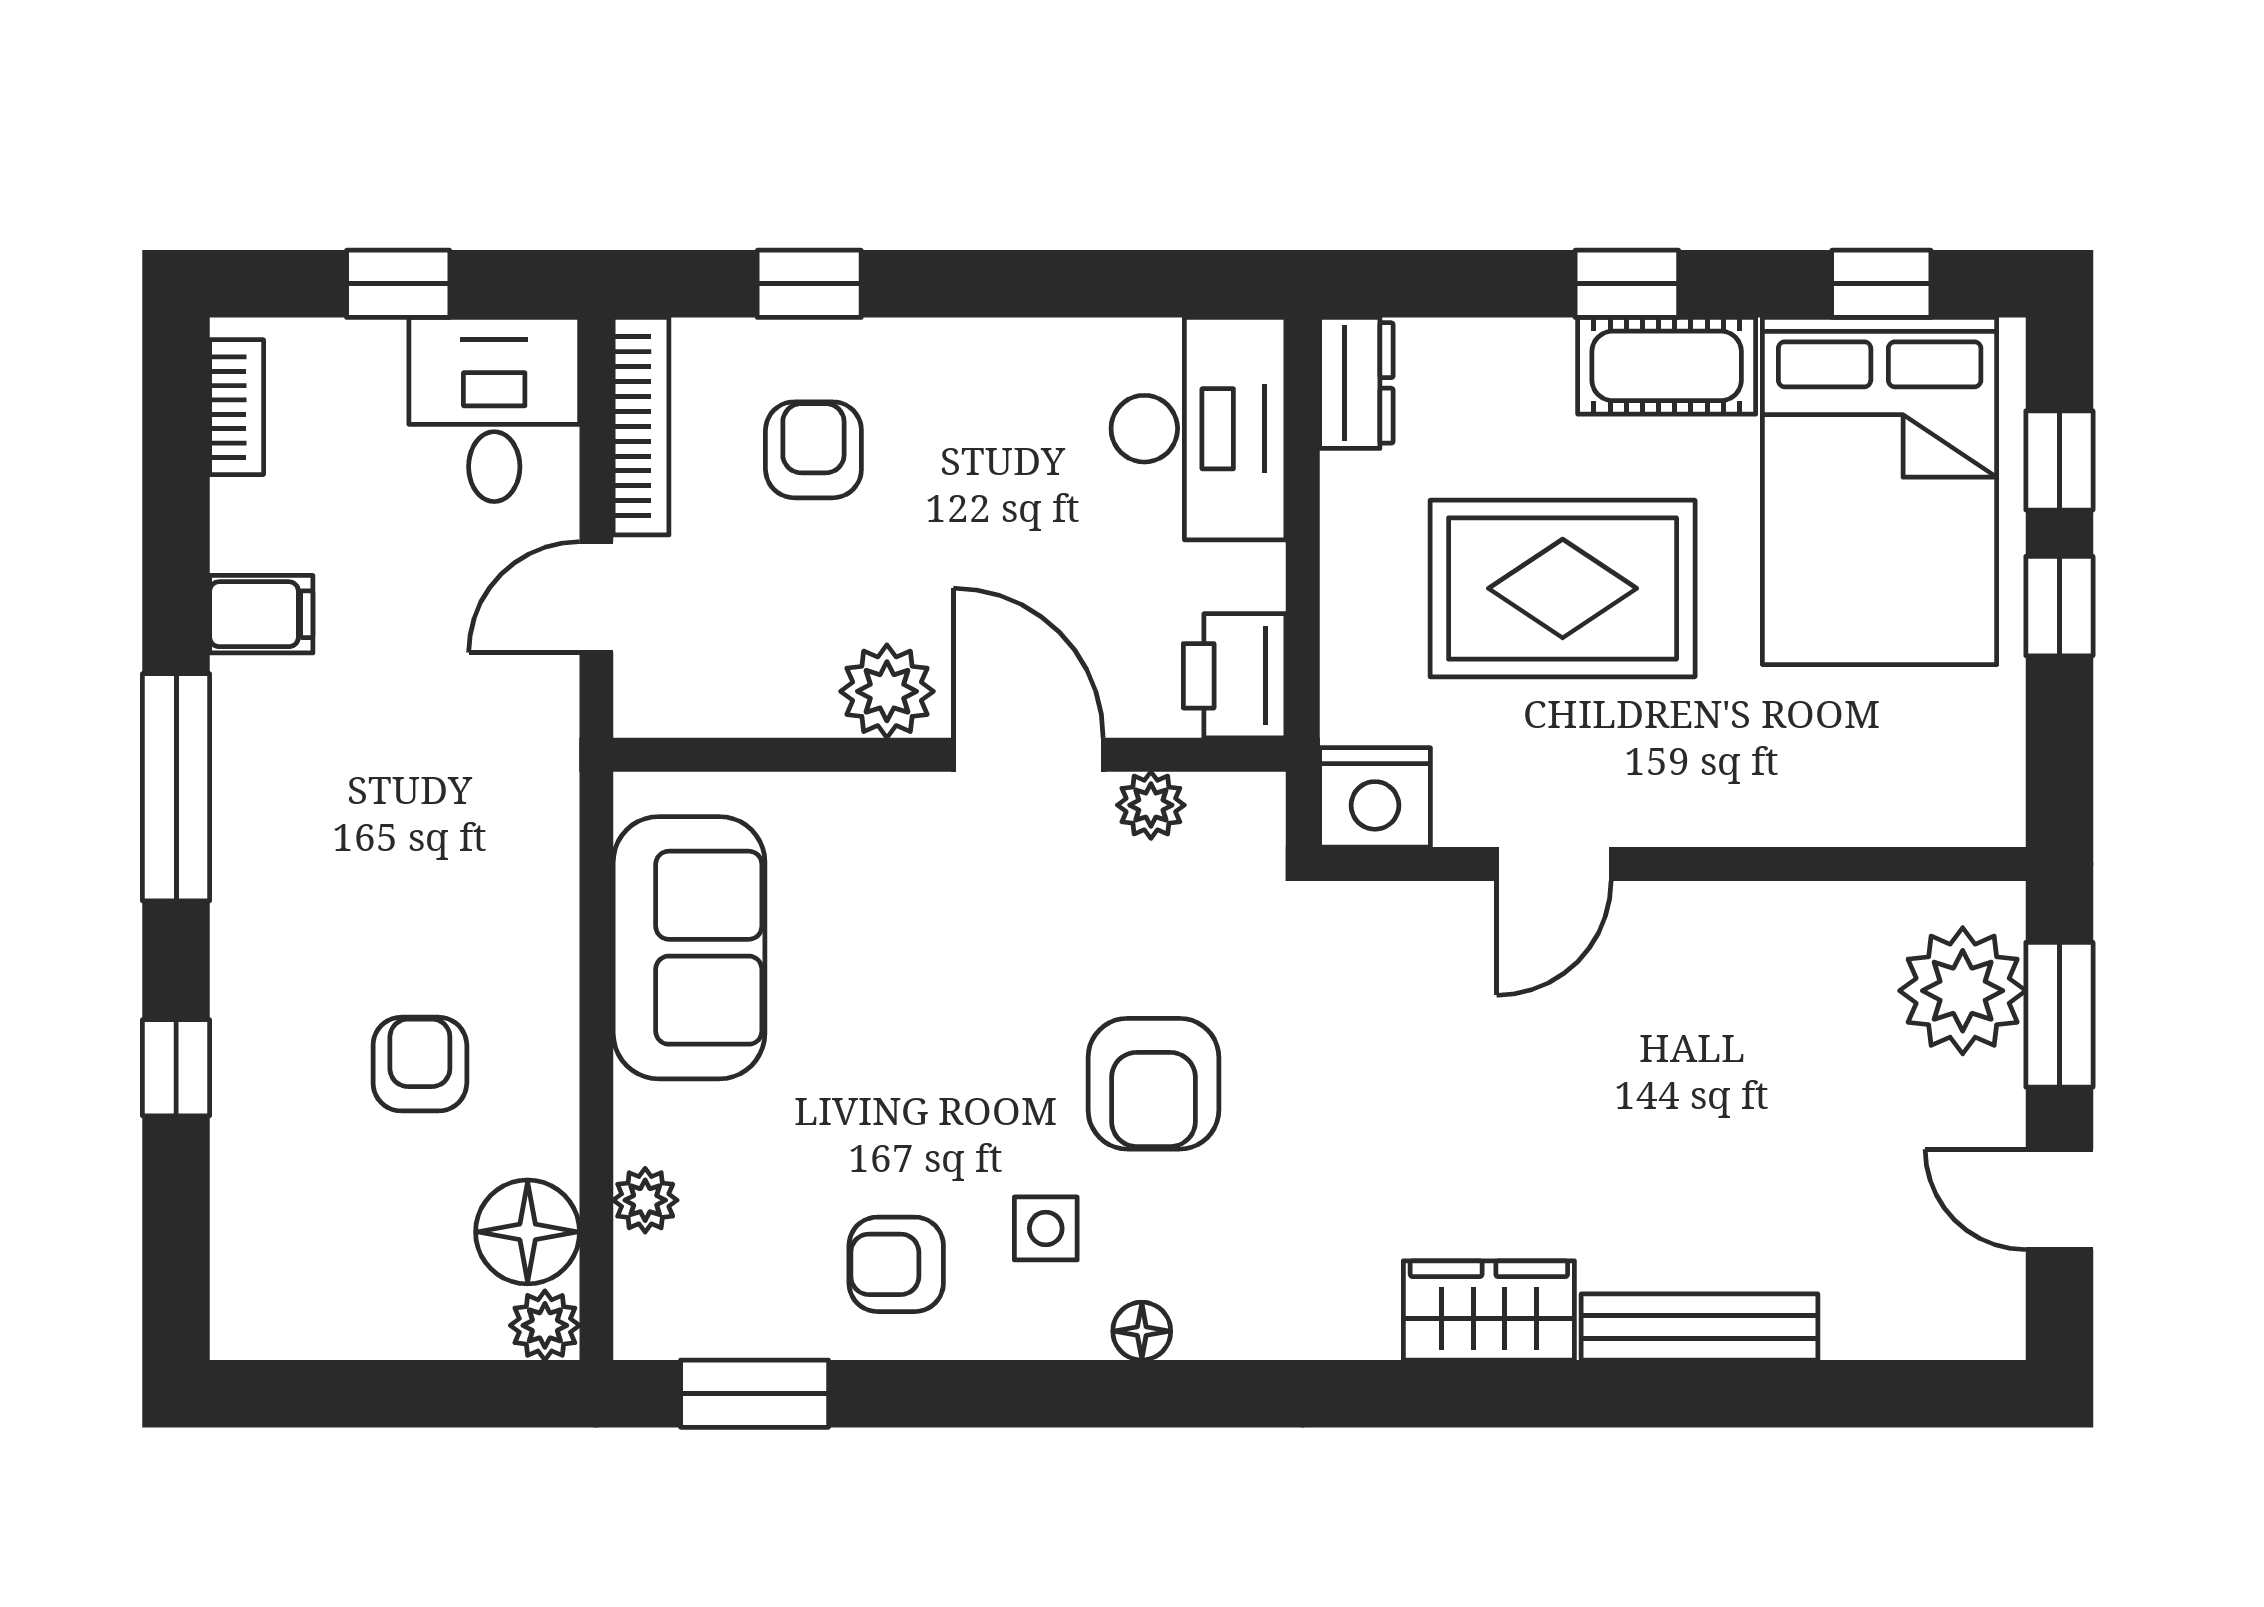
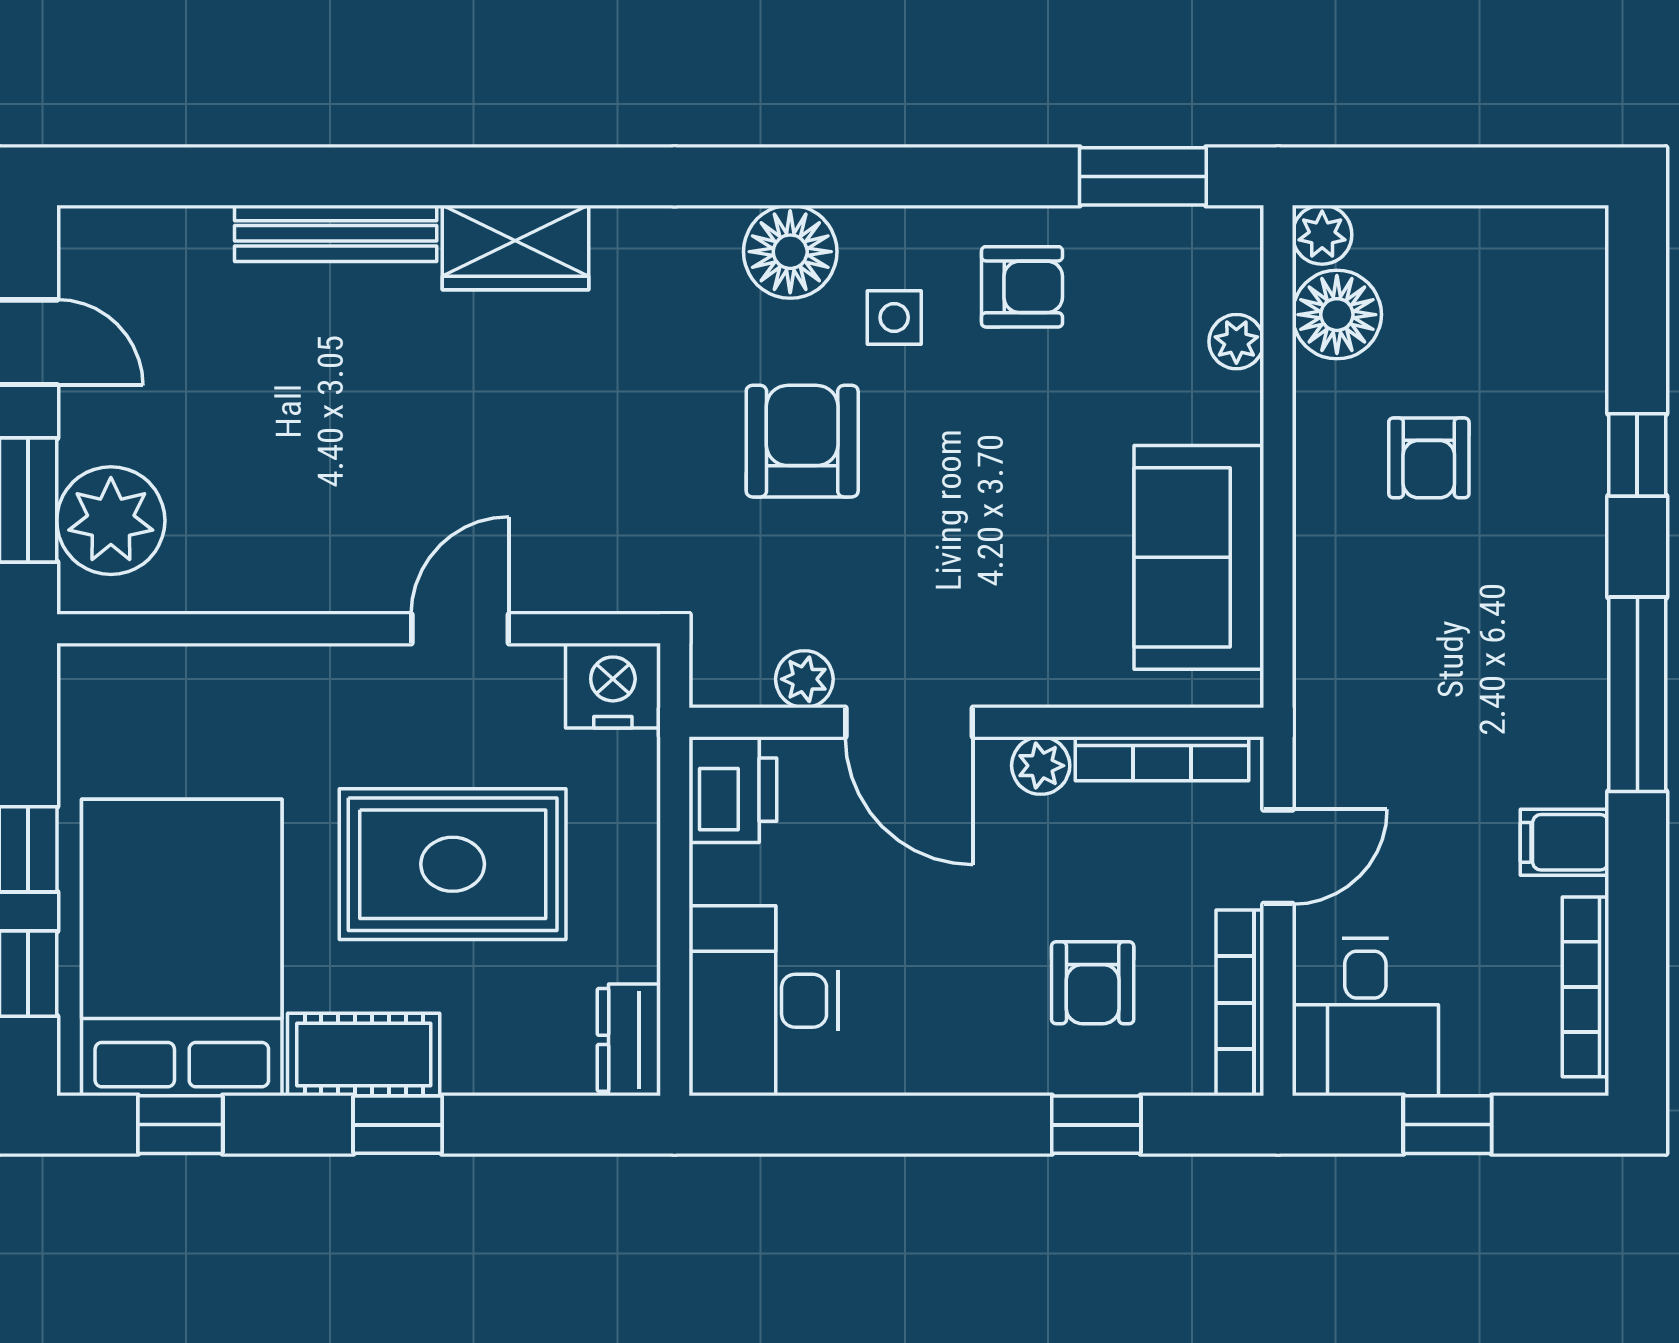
bookcase: (237, 407) -> (1585, 987), width x1.56
plant: (887, 691) -> (1041, 766), width x0.73, depth x0.73
bookcase: (732, 712) -> (1162, 759), added
floor lamp: (1142, 1331) -> (790, 252), width x1.89, depth x1.89

